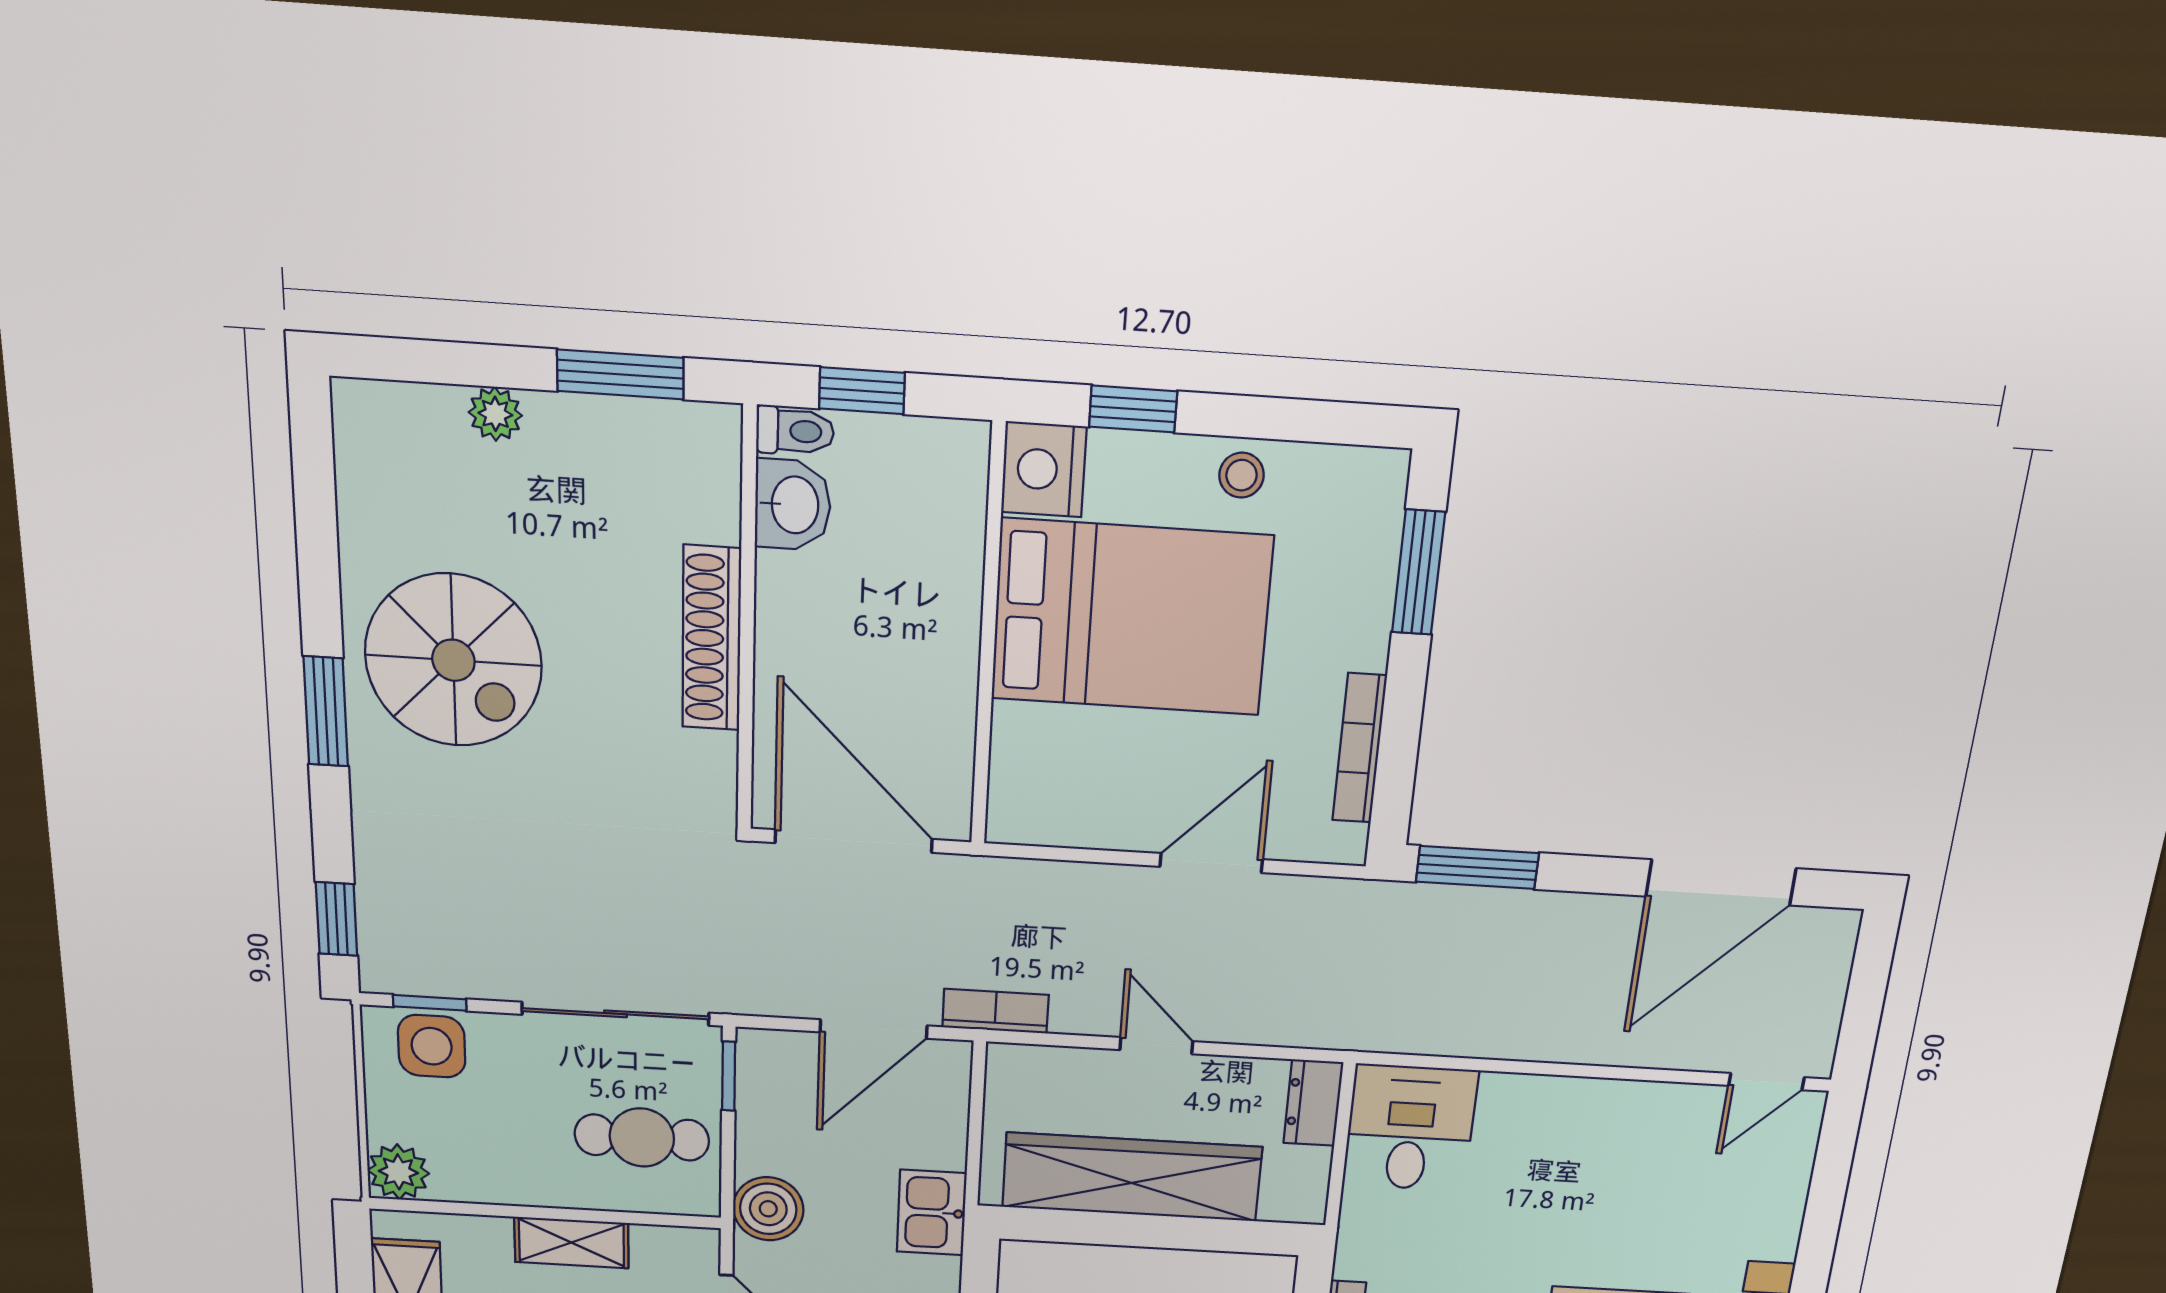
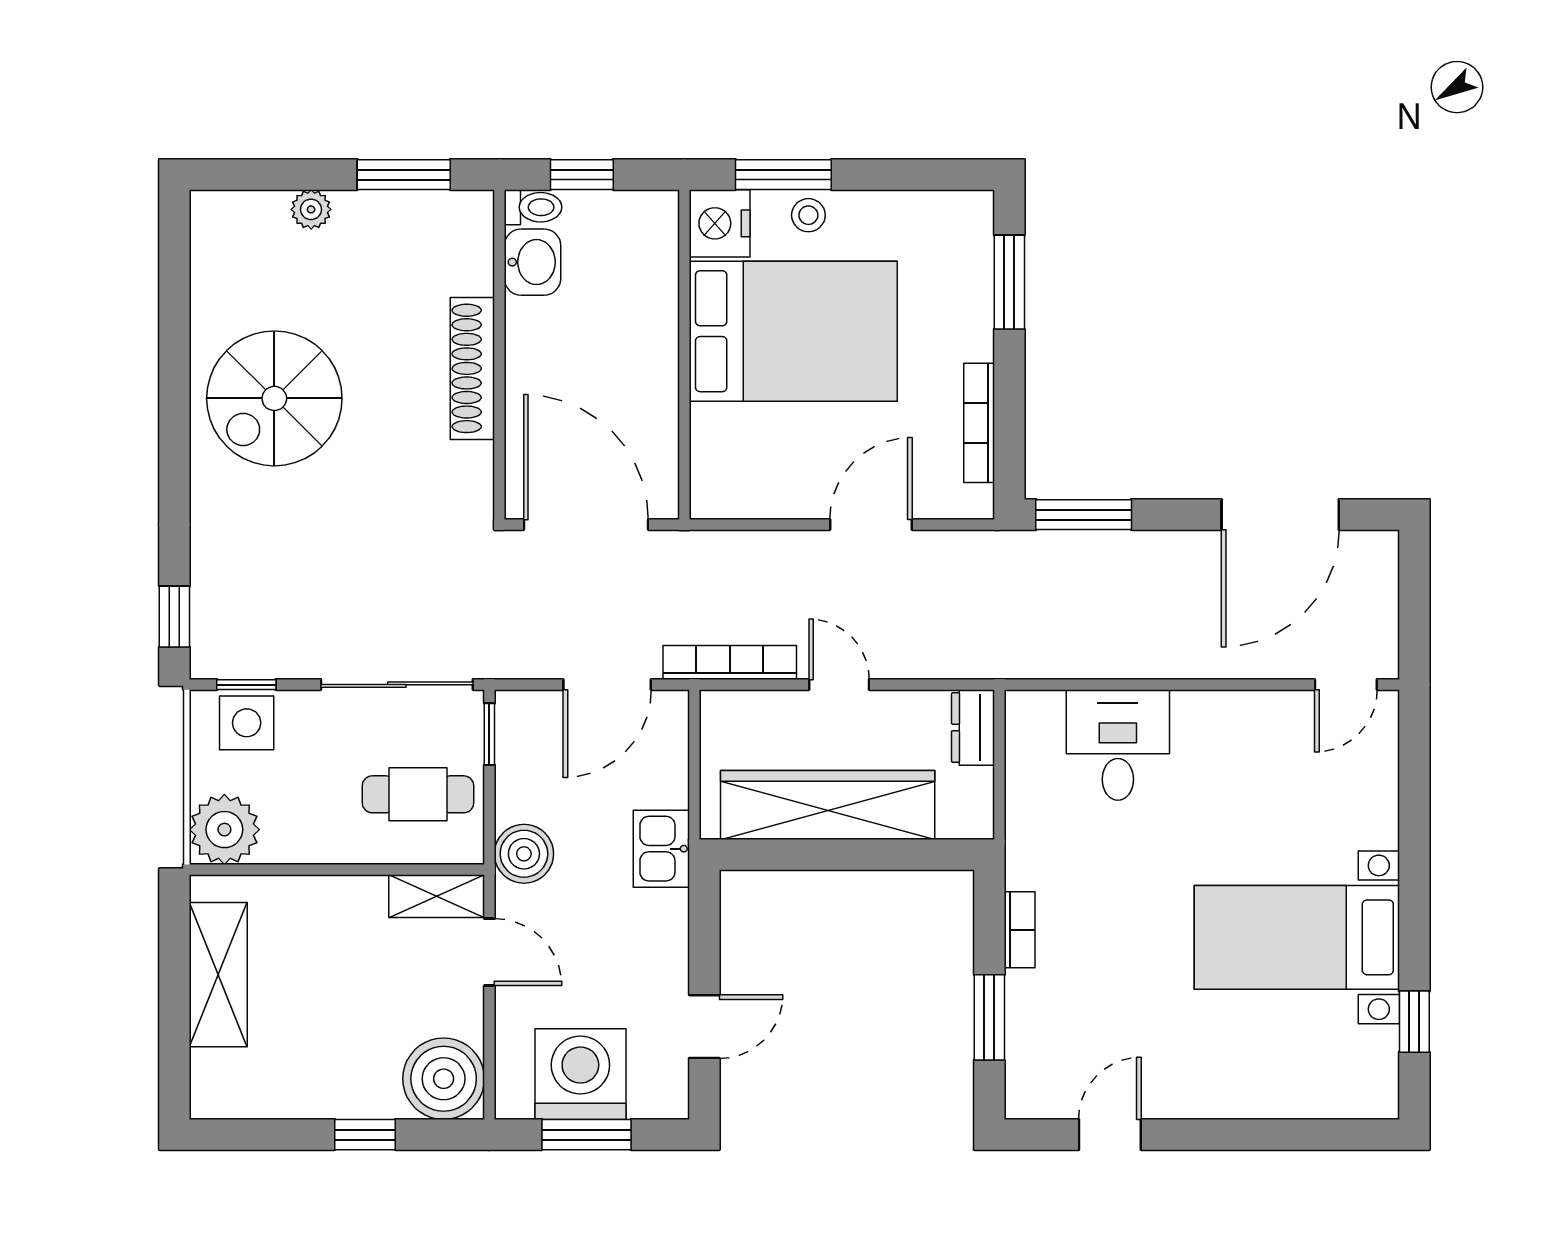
window: (1133, 409) -> (783, 175), width x1.50
stool: (1242, 475) -> (808, 215), moved
spiral stairs: (453, 660) -> (274, 398), turned 90
window: (326, 712) -> (174, 446), removed
bookcase: (996, 1011) -> (730, 663), width x1.56
desk: (1410, 1128) -> (1118, 745), moved
plant: (398, 1172) -> (224, 830), width x1.36, depth x1.36
shelving: (571, 1243) -> (437, 896), moved

